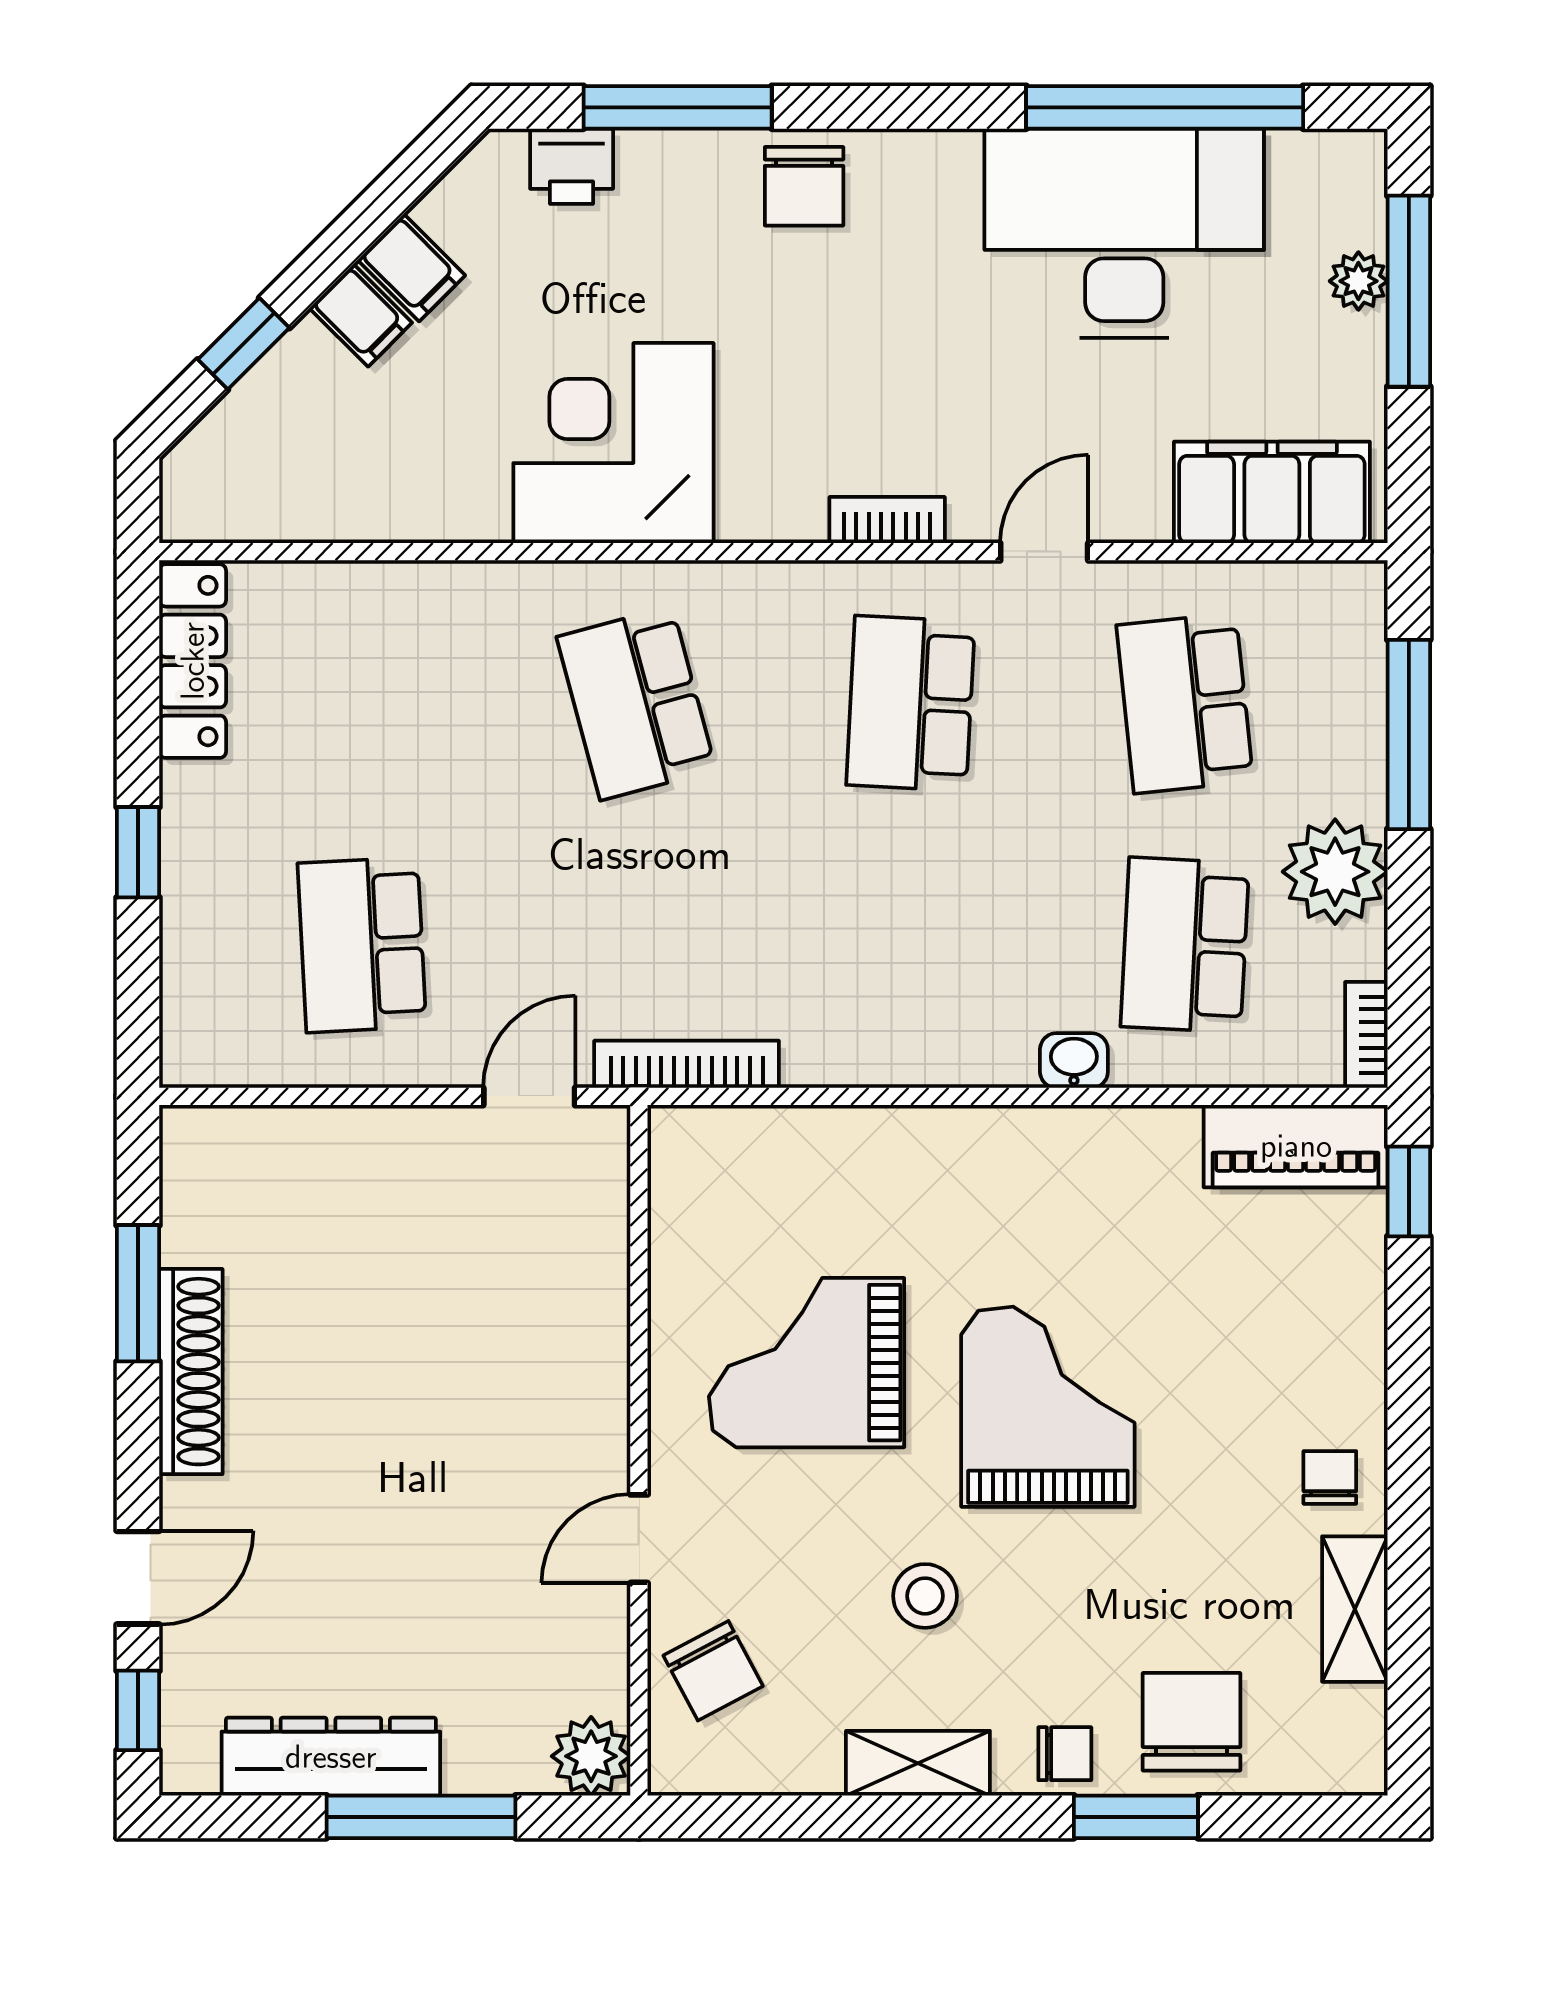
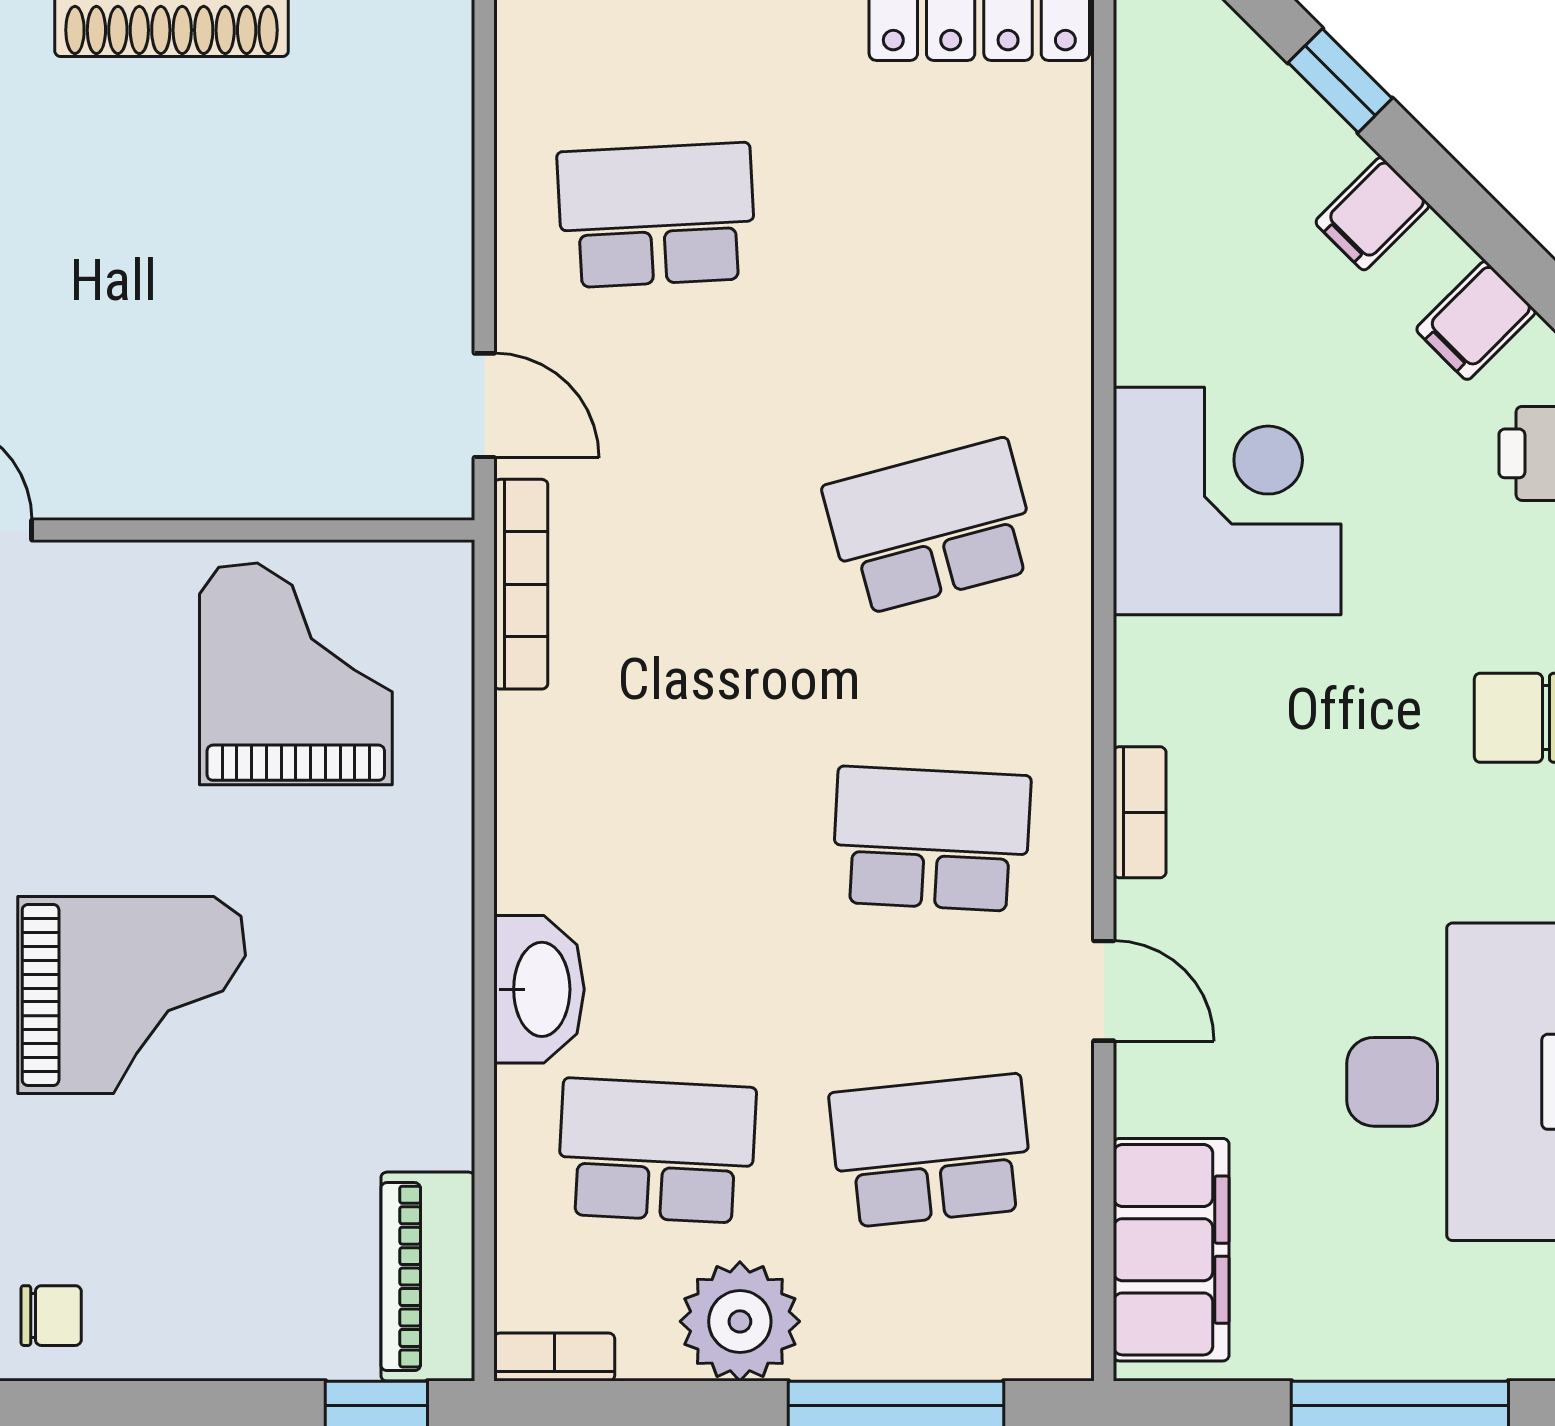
filing cabinet: (411, 268) -> (1476, 321), moved
plant: (1358, 281) -> (1411, 1348), removed
washbasin: (1074, 1061) -> (539, 989), width x1.91, depth x1.45
grand piano: (806, 1363) -> (296, 674), moved

